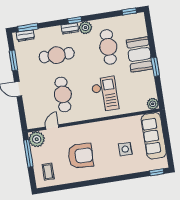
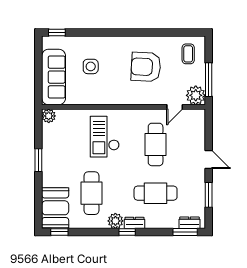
booth: (140, 54) -> (55, 208), moved

